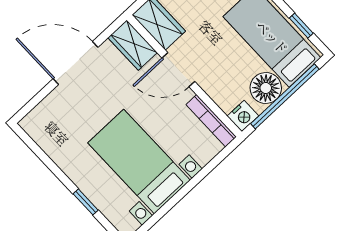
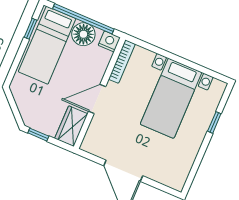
wardrobe: (133, 45) -> (94, 137), removed
door: (178, 70) -> (97, 99), swing flipped

